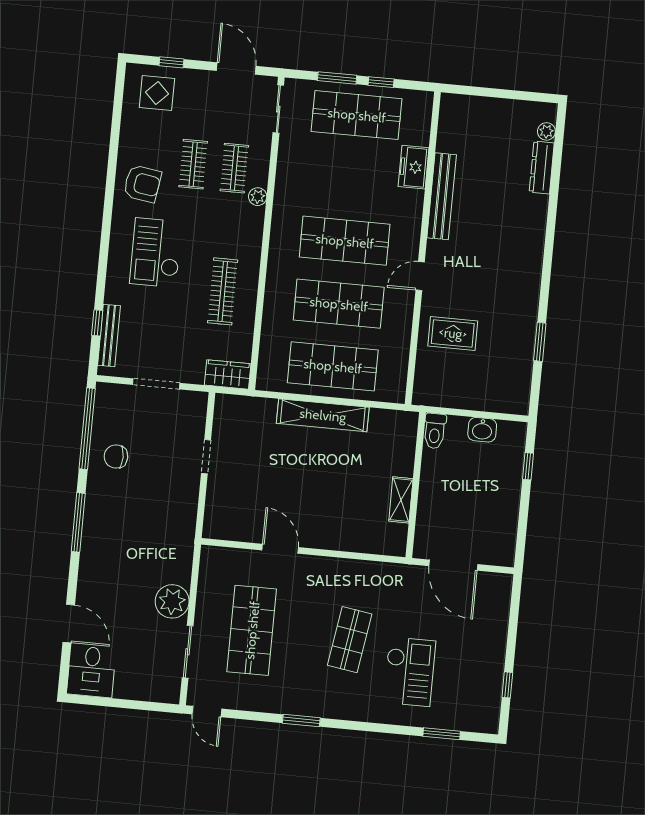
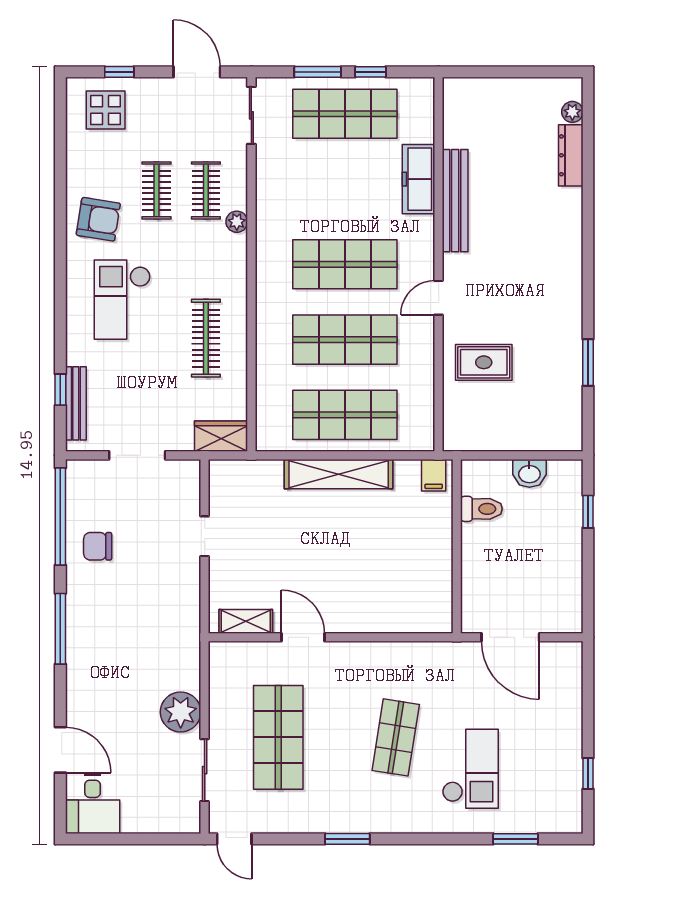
freezer: (414, 167) -> (419, 179), width x1.40
filing cabinet: (402, 424) -> (434, 475), added
toilet: (435, 431) -> (481, 509), moved, turned -90
shelving: (401, 500) -> (246, 621), moved, turned 90

